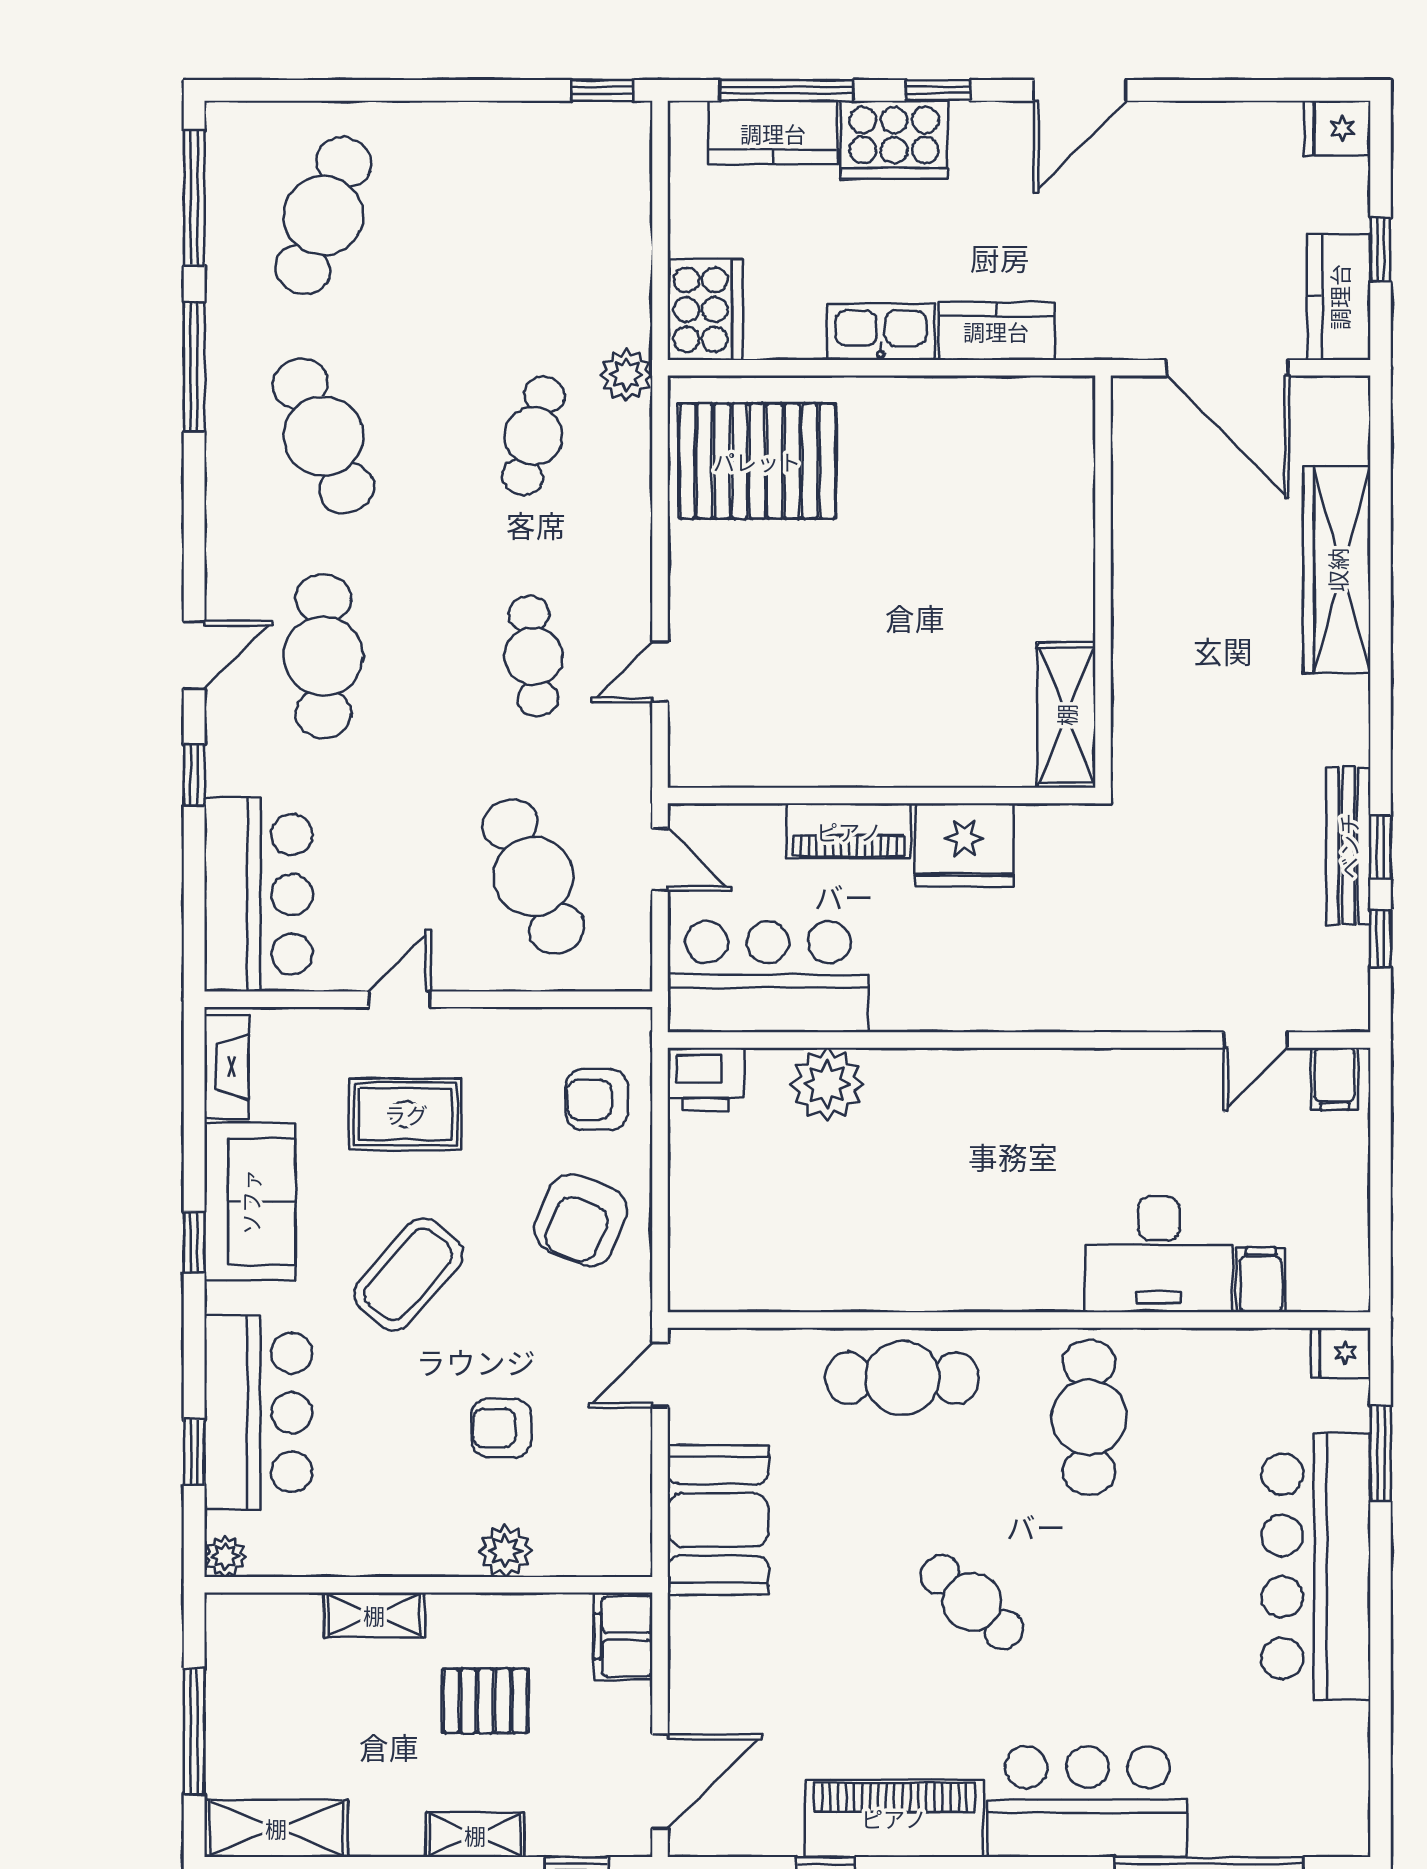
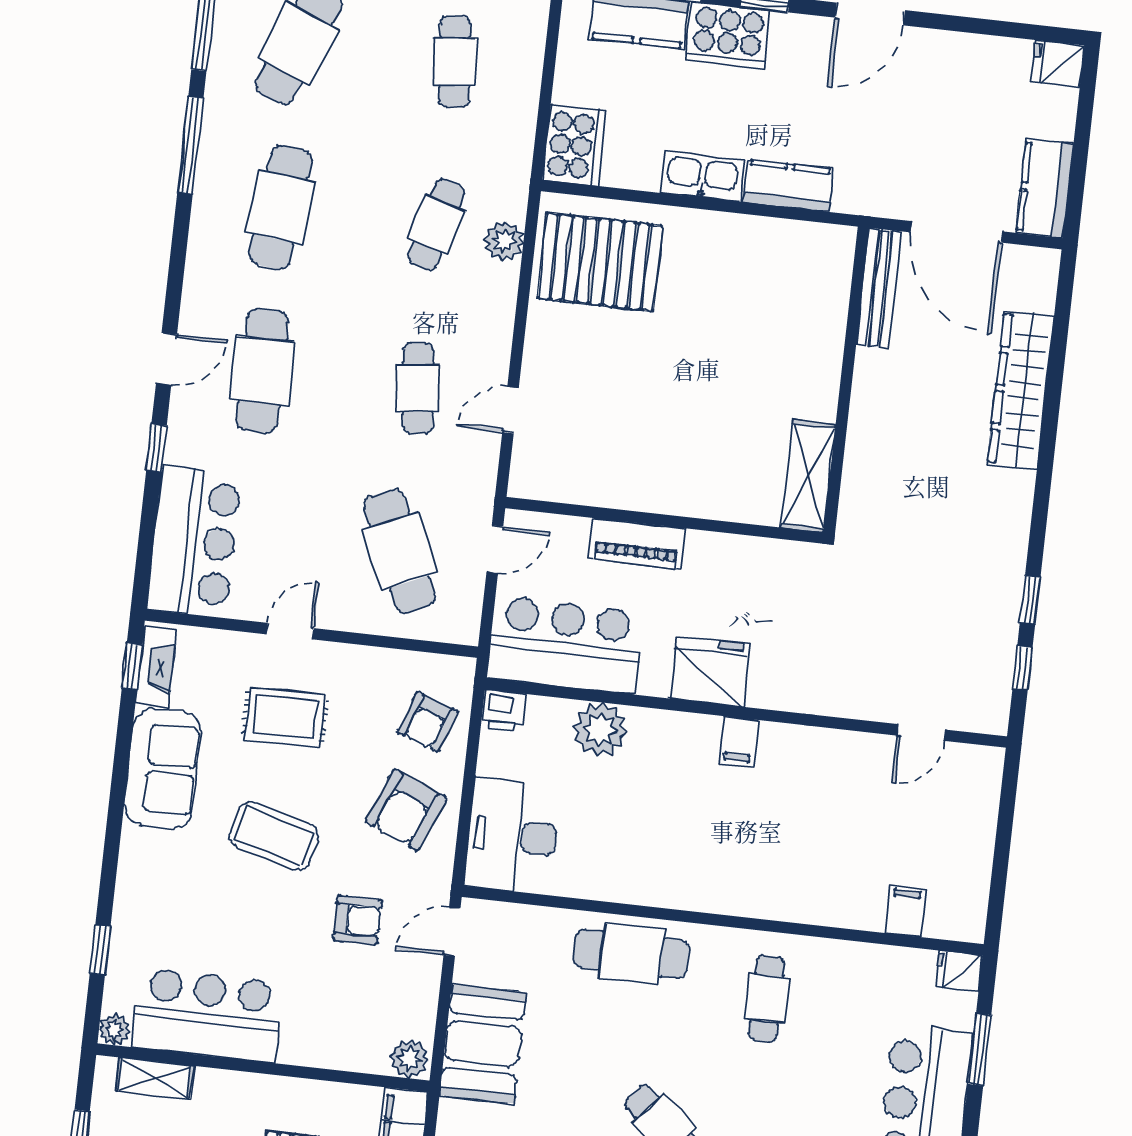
cafe table: (533, 216) -> (455, 61), added
window: (1381, 250) -> (1080, 157), removed
plant: (626, 375) -> (504, 241), moved
cafe table: (323, 436) -> (280, 207), turned 30
fridge: (964, 845) -> (709, 672), moved, turned 180
bench: (1348, 846) -> (879, 288), moved
door: (660, 860) -> (495, 549), hinge flipped
printer: (706, 1079) -> (504, 711), width x0.73, depth x0.81
filing cabinet: (1335, 1079) -> (739, 741), moved
armchair: (597, 1100) -> (428, 722), turned -70
window: (194, 1242) -> (132, 666), moved
desk: (1159, 1254) -> (512, 836), moved, turned 90
coffee table: (408, 1274) -> (274, 836), turned 64
bar counter: (258, 1413) -> (208, 1015), moved, turned -90
cafe table: (1089, 1417) -> (767, 999), width x0.73, depth x0.74
armchair: (501, 1428) -> (357, 920), moved, turned 180
plant: (505, 1551) -> (410, 1059), moved
shelving: (374, 1615) -> (155, 1078), moved

